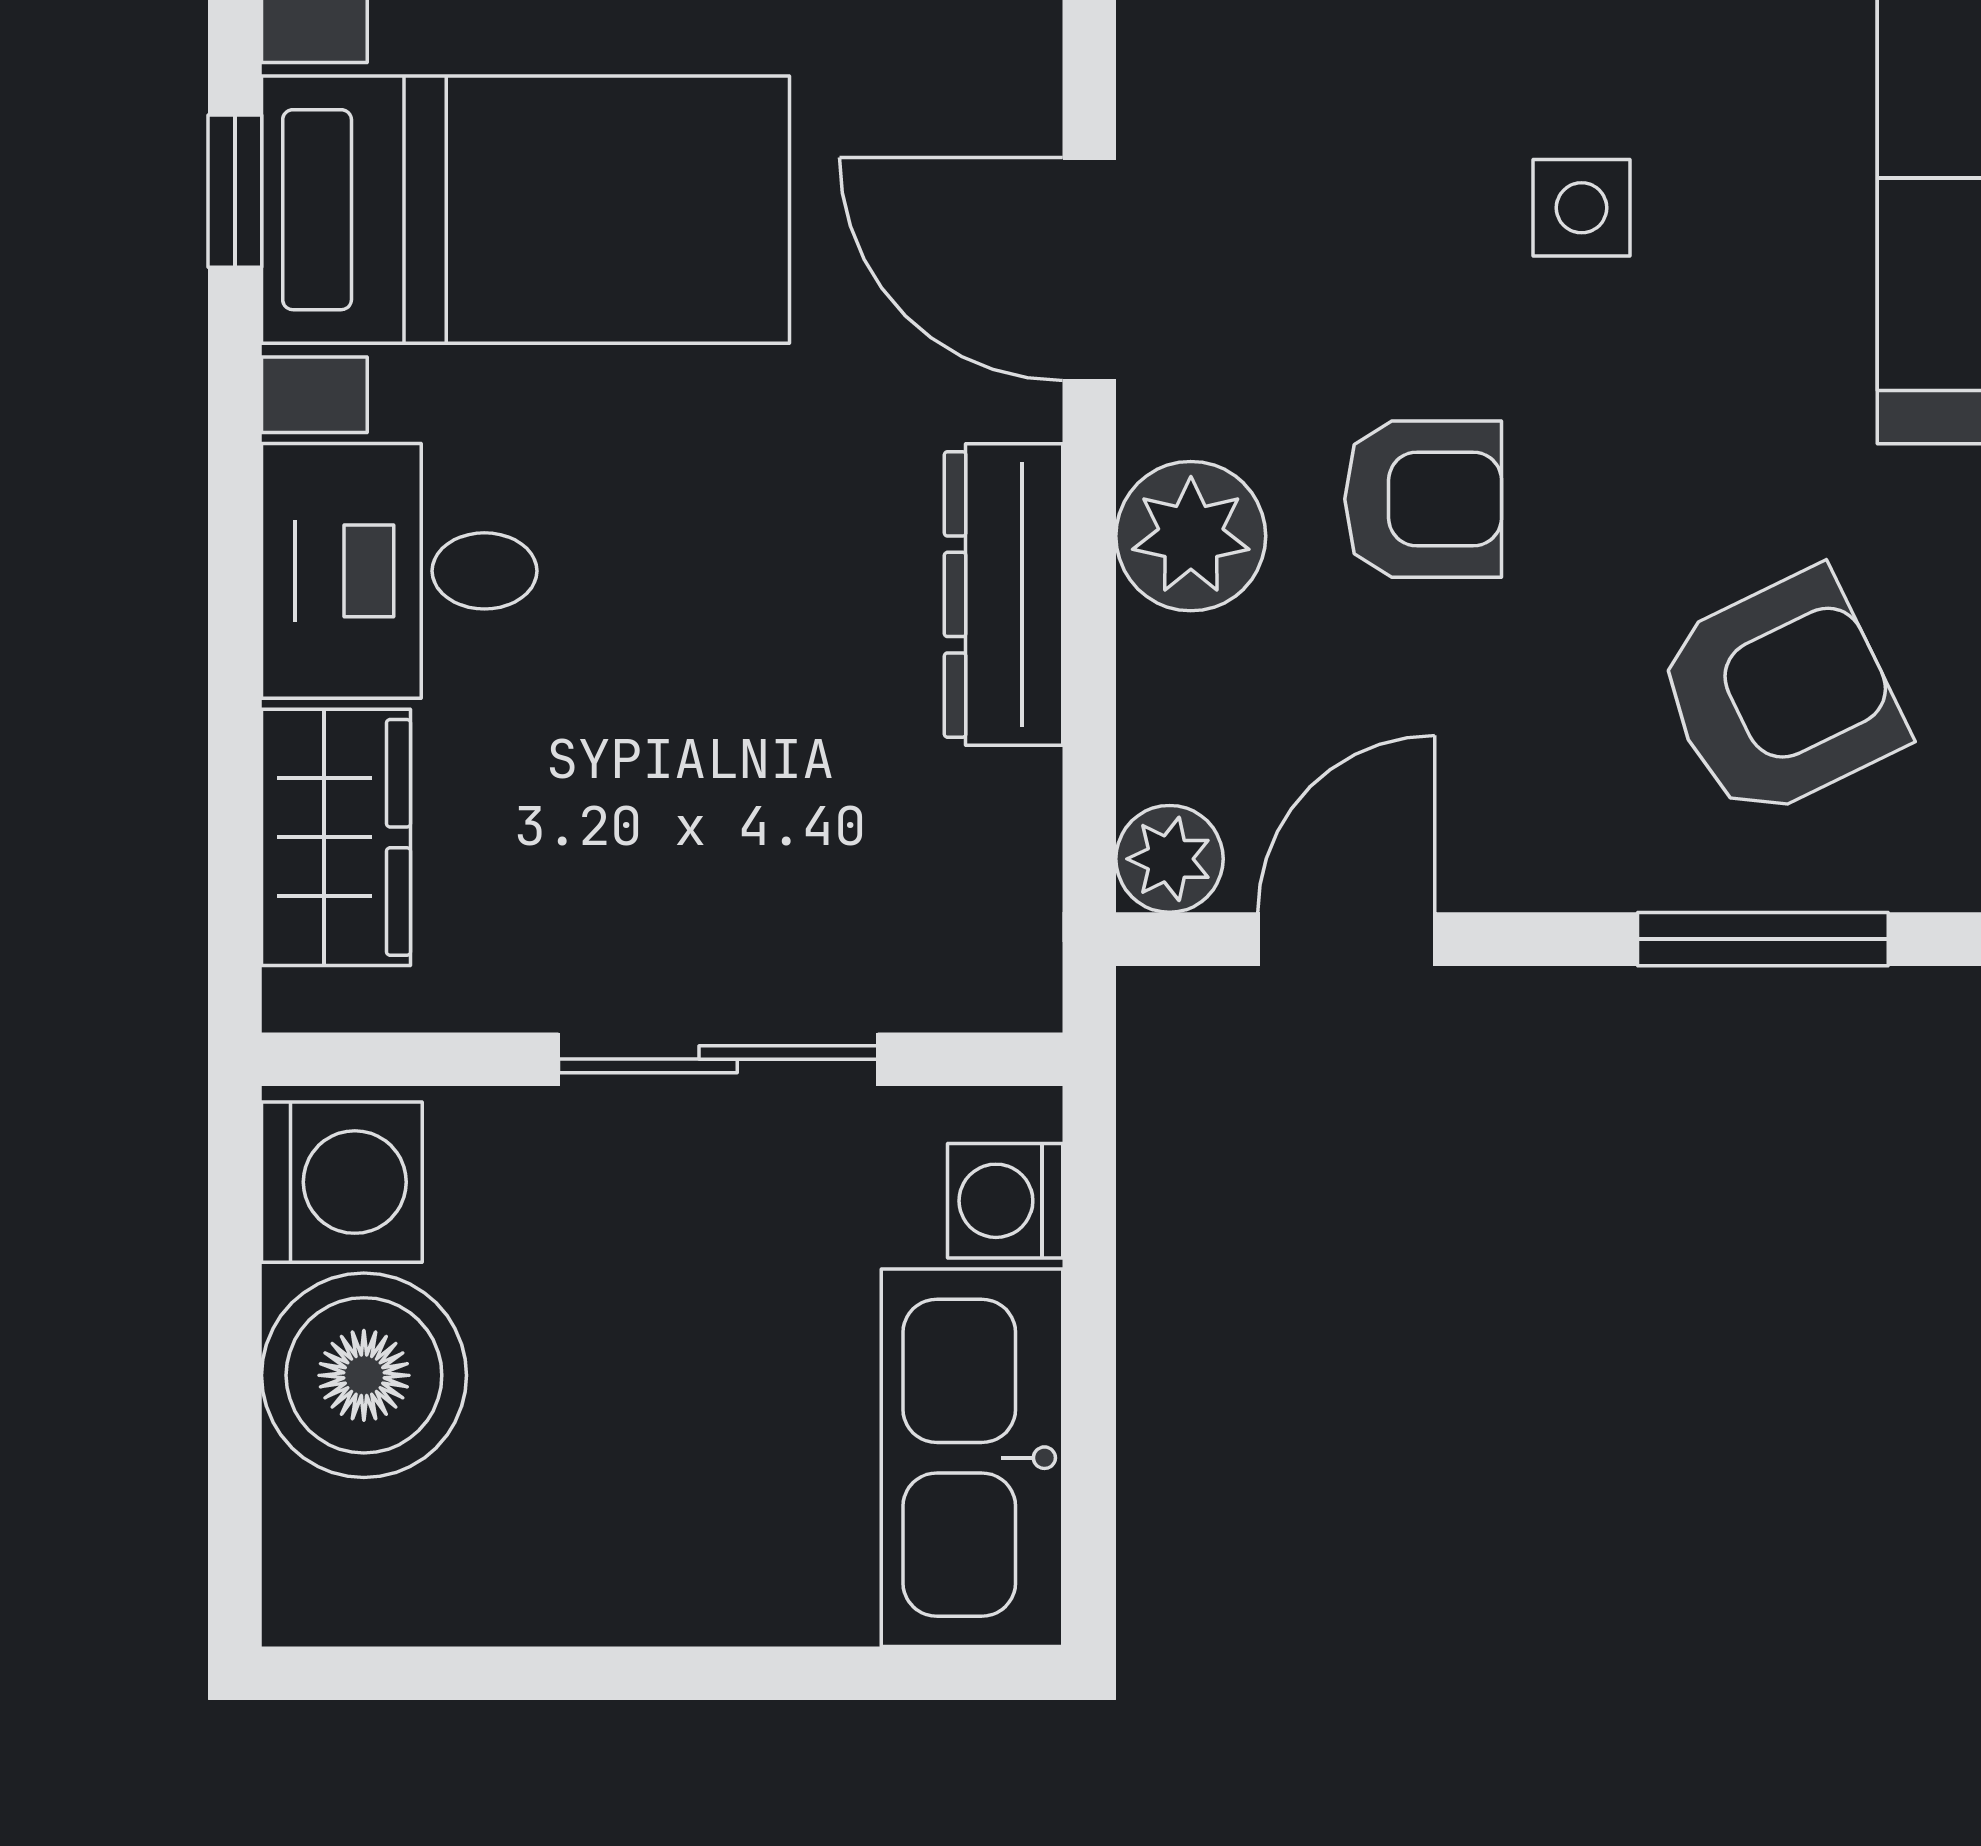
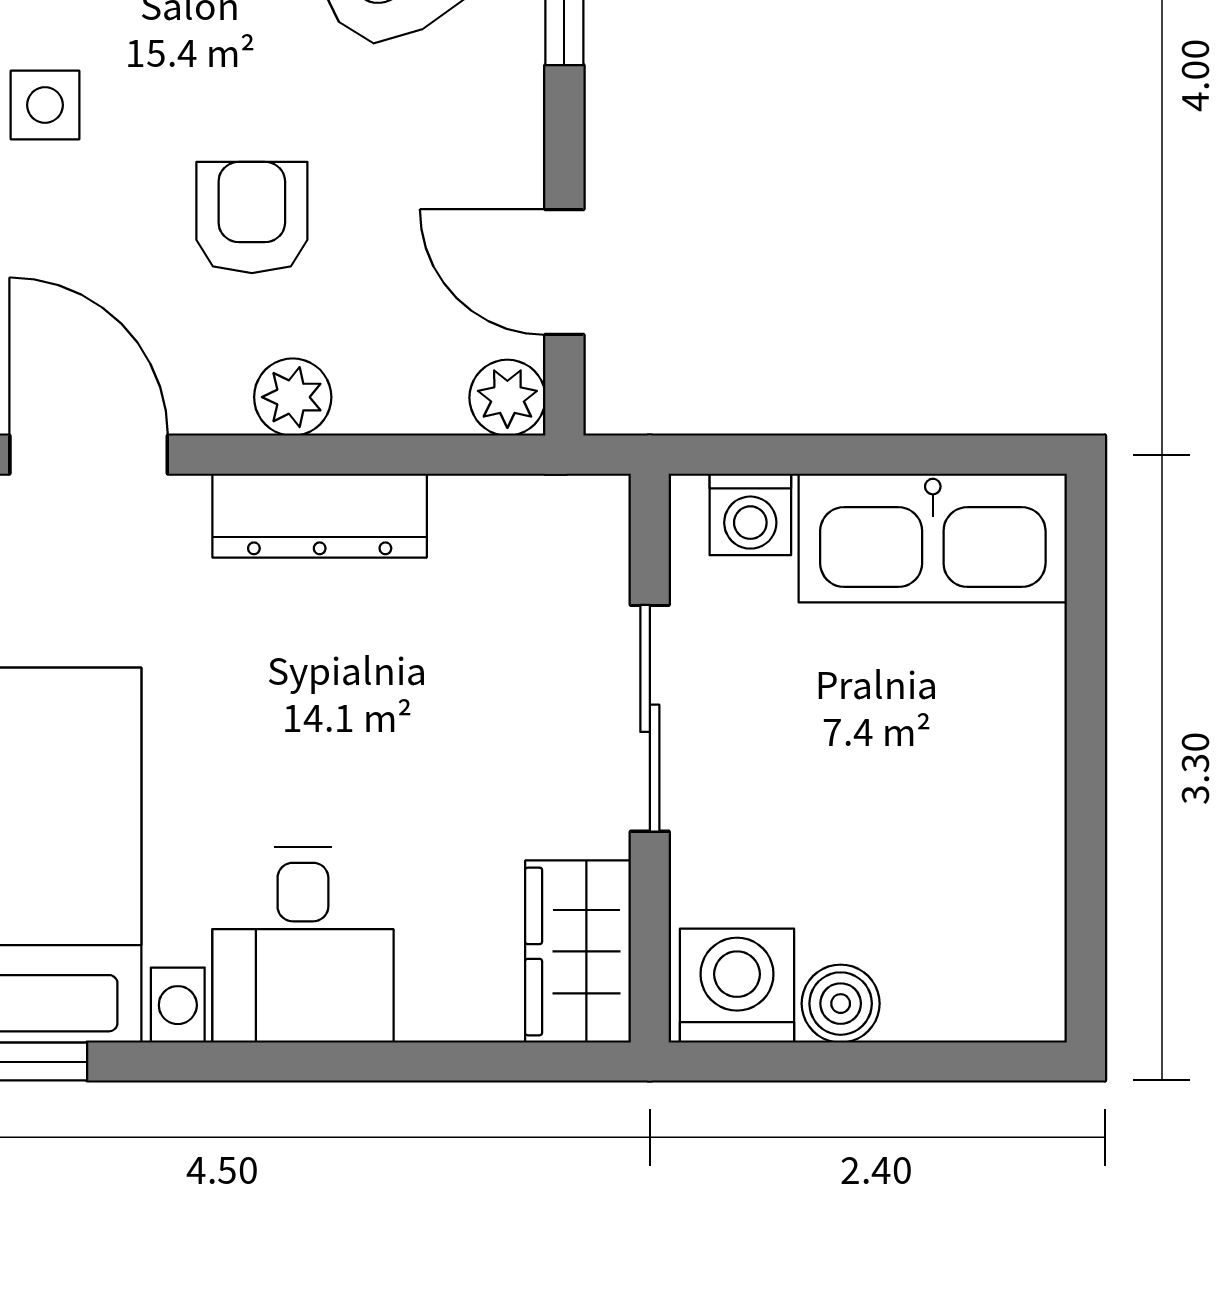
door: (1089, 269) -> (89, 455), swing flipped
plant: (1191, 536) -> (293, 397), width x0.73, depth x0.73
wardrobe: (336, 837) -> (578, 951), moved, turned -90
boiler: (364, 1375) -> (841, 1004), width x0.54, depth x0.54

